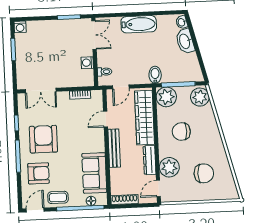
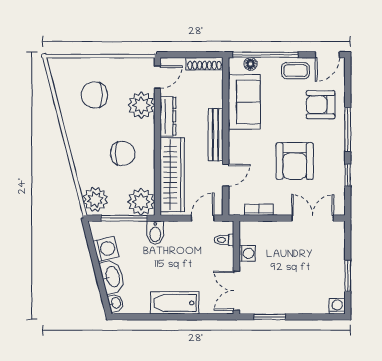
washing machine: (190, 61) -> (106, 249), added
armchair: (43, 139) -> (295, 161), moved

